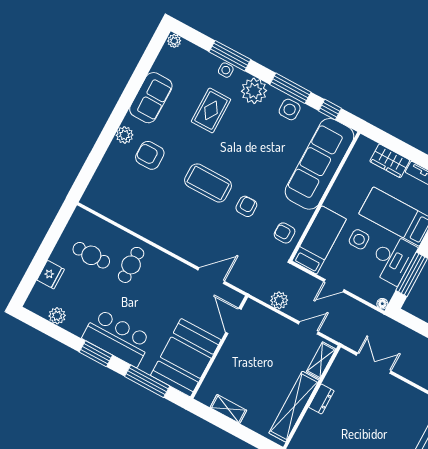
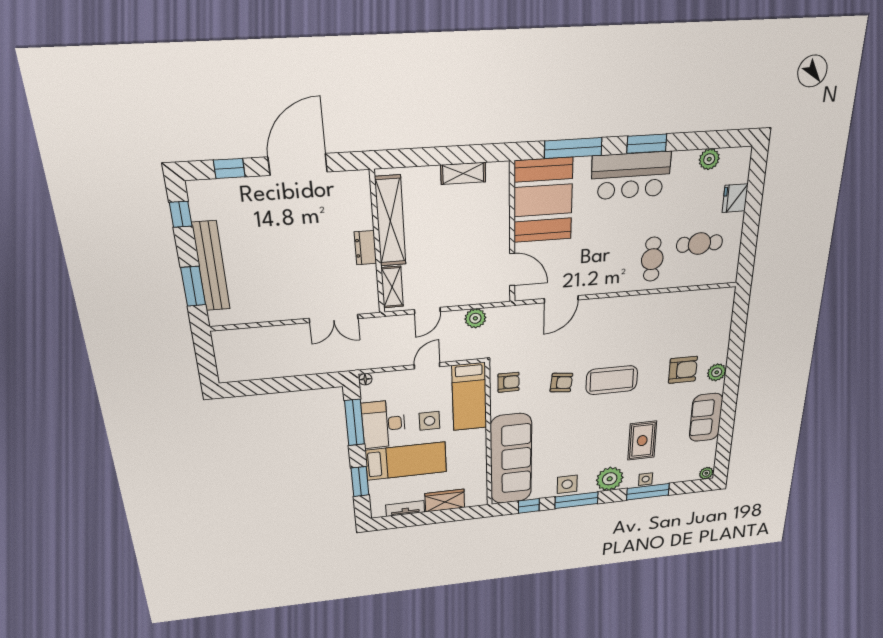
armchair: (246, 206) -> (561, 383), turned -84

